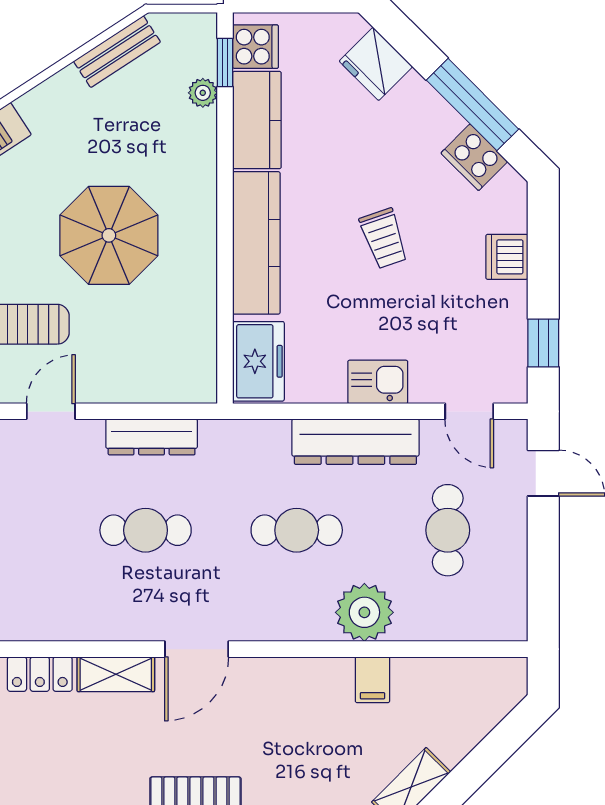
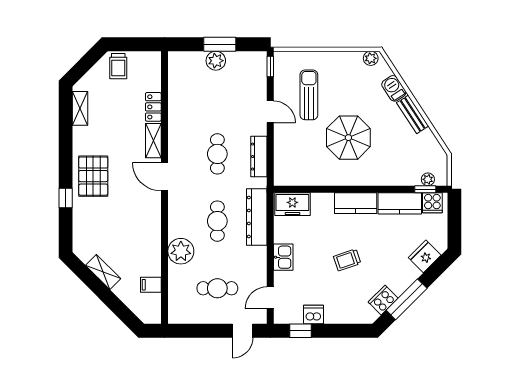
bench: (117, 52) -> (413, 114), moved
plant: (203, 93) -> (428, 179), moved
kitchen counter: (256, 243) -> (356, 203), width x0.67
dishwasher: (507, 257) -> (313, 315), moved
dresser: (355, 442) -> (257, 217), moved
filing cabinet: (372, 680) -> (151, 285), moved

